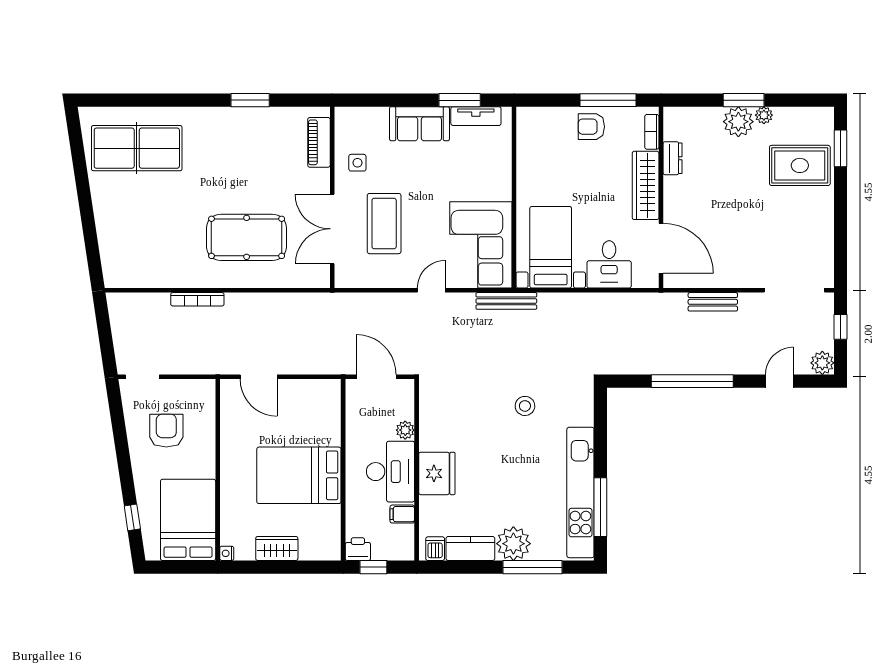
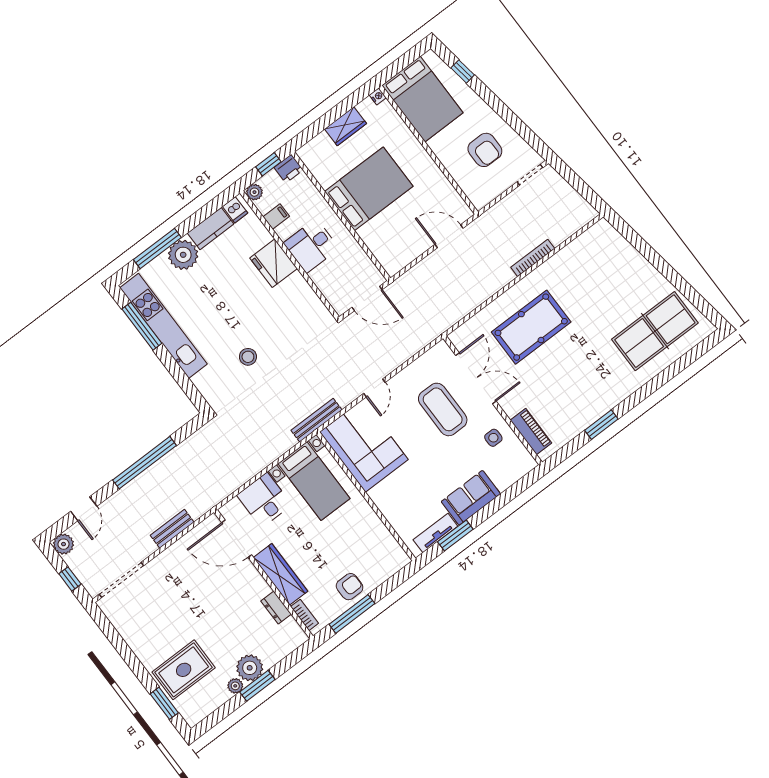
plant: (405, 430) -> (254, 192), moved
desk: (390, 472) -> (311, 246), width x0.73

